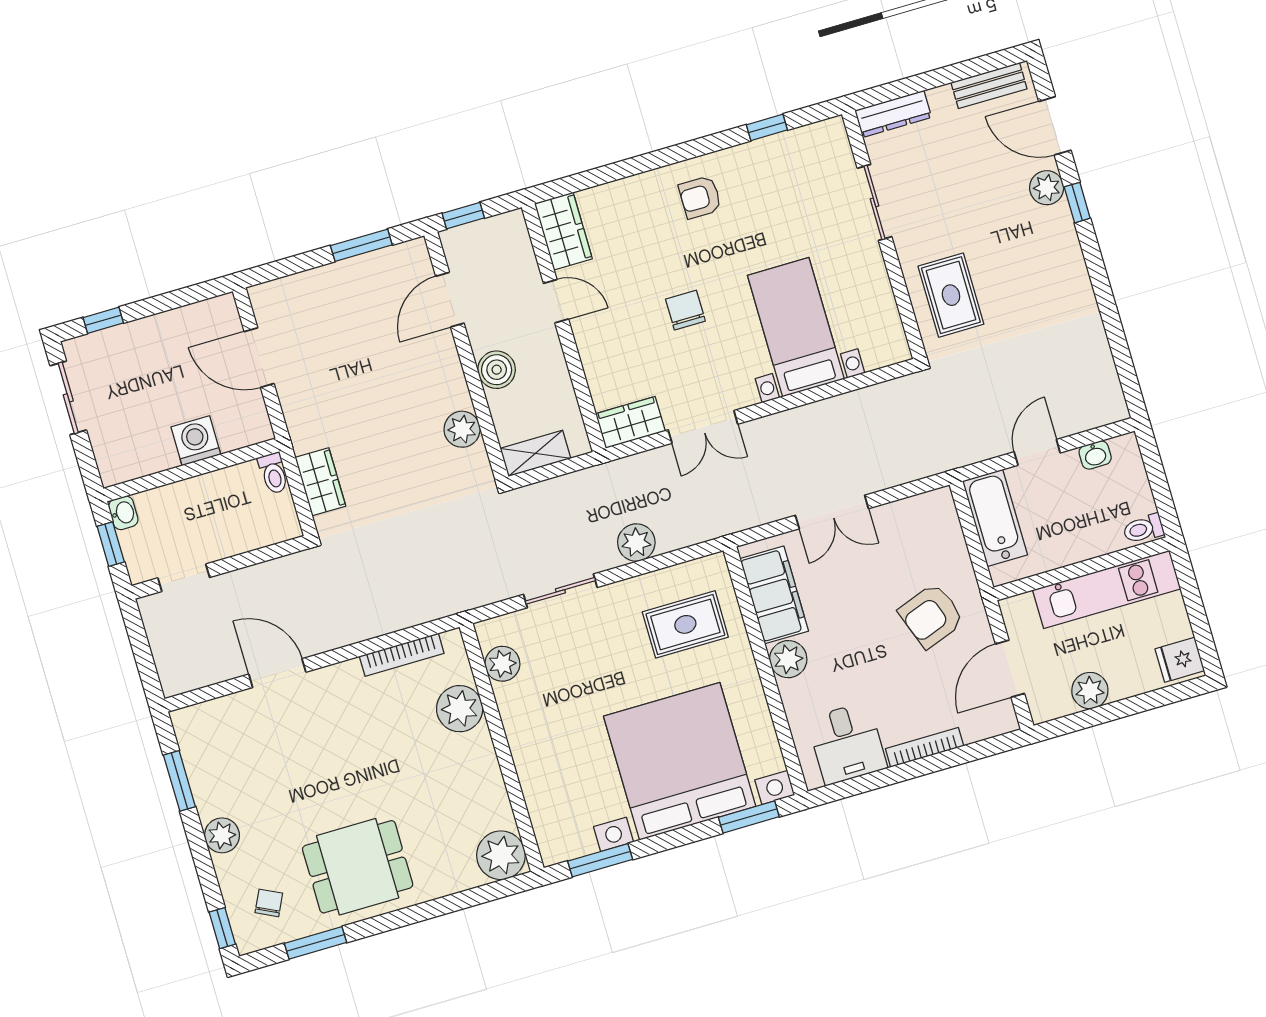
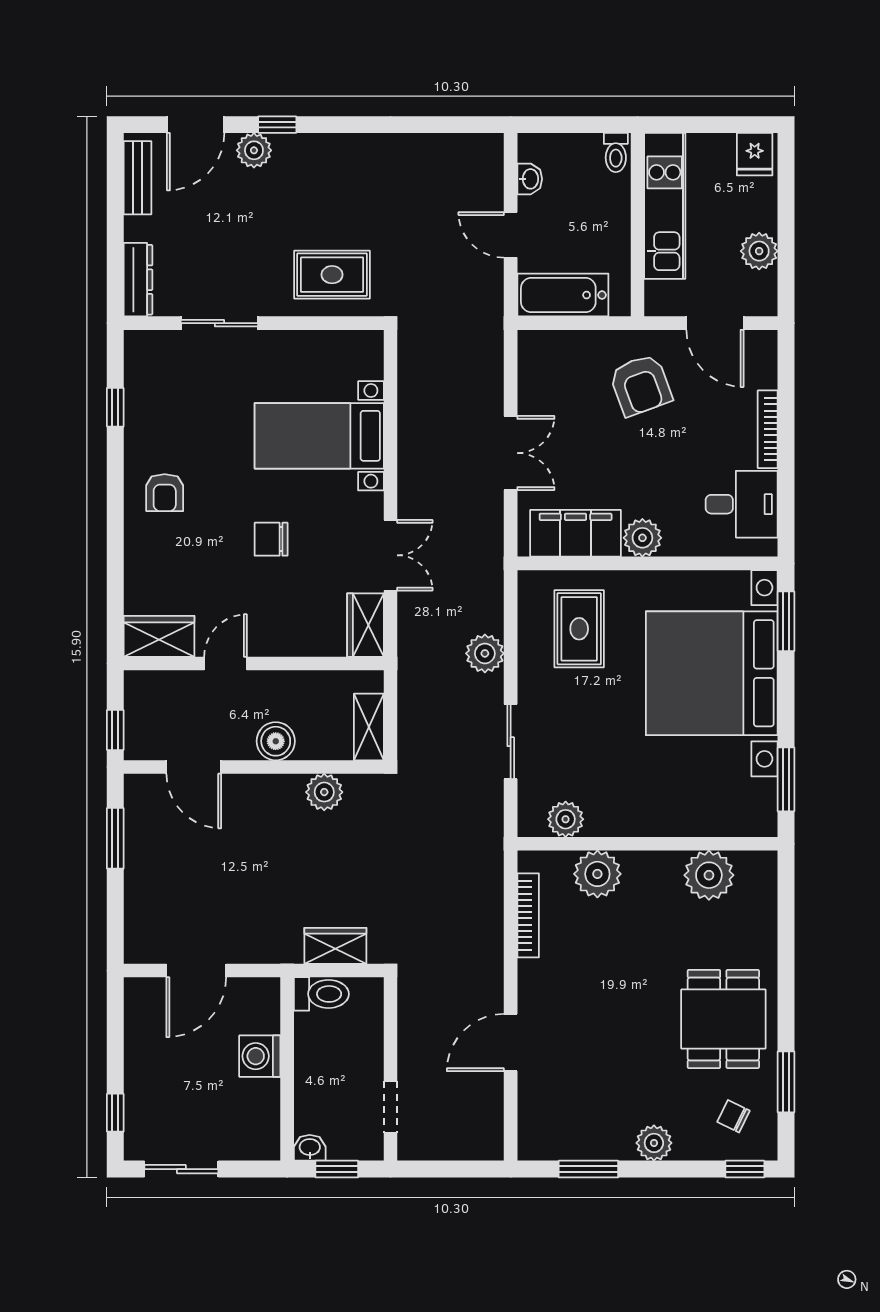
toilet: (273, 473) -> (321, 994), width x1.37, depth x1.39
plant: (501, 855) -> (709, 875), moved

